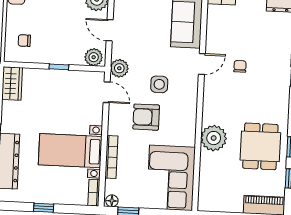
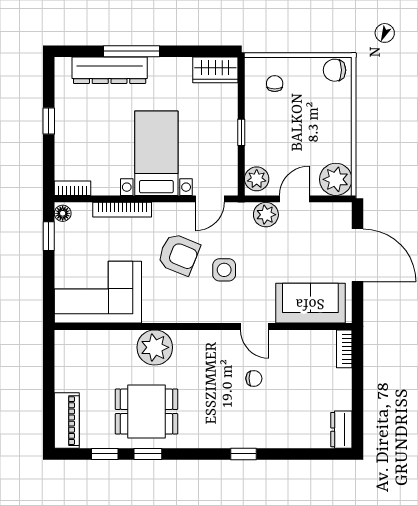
plant: (119, 68) -> (266, 215), moved
armchair: (146, 117) -> (179, 254), turned 112
bed with nightstands: (70, 151) -> (156, 153), moved

